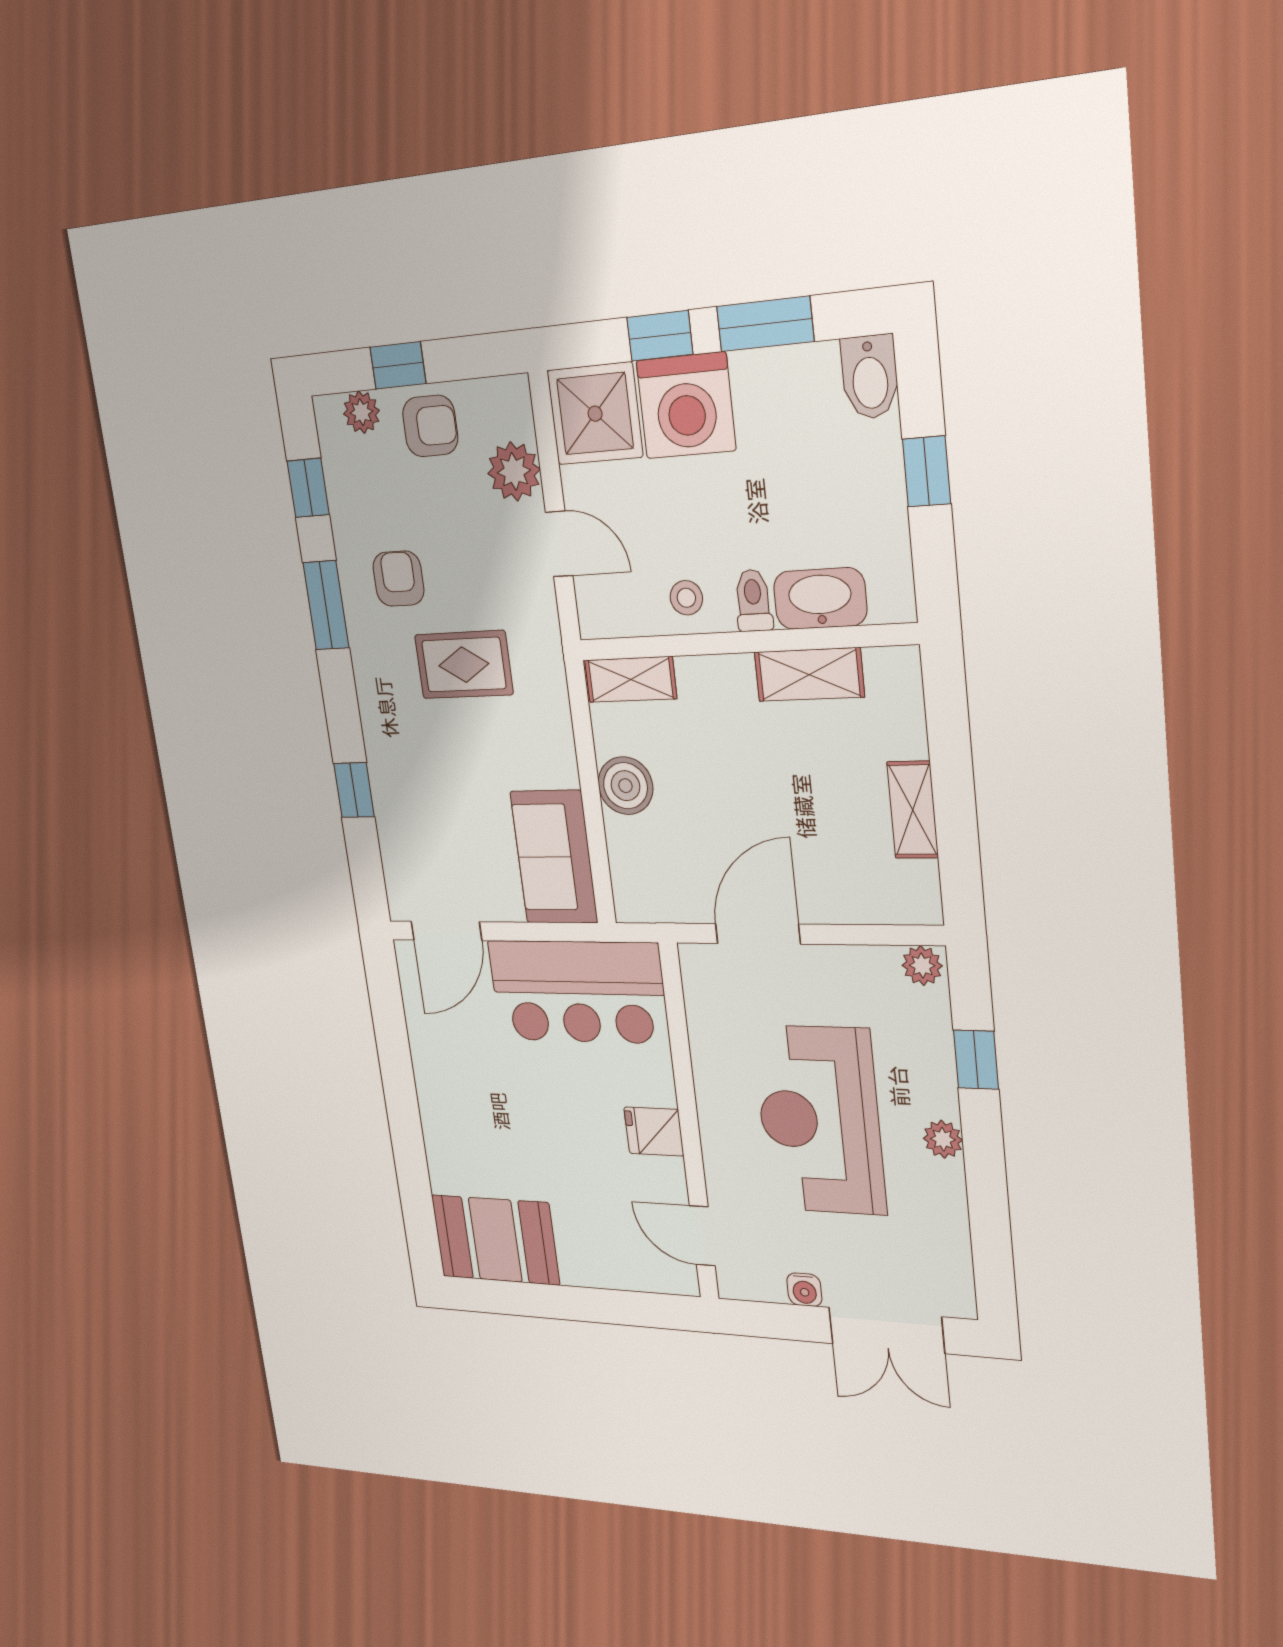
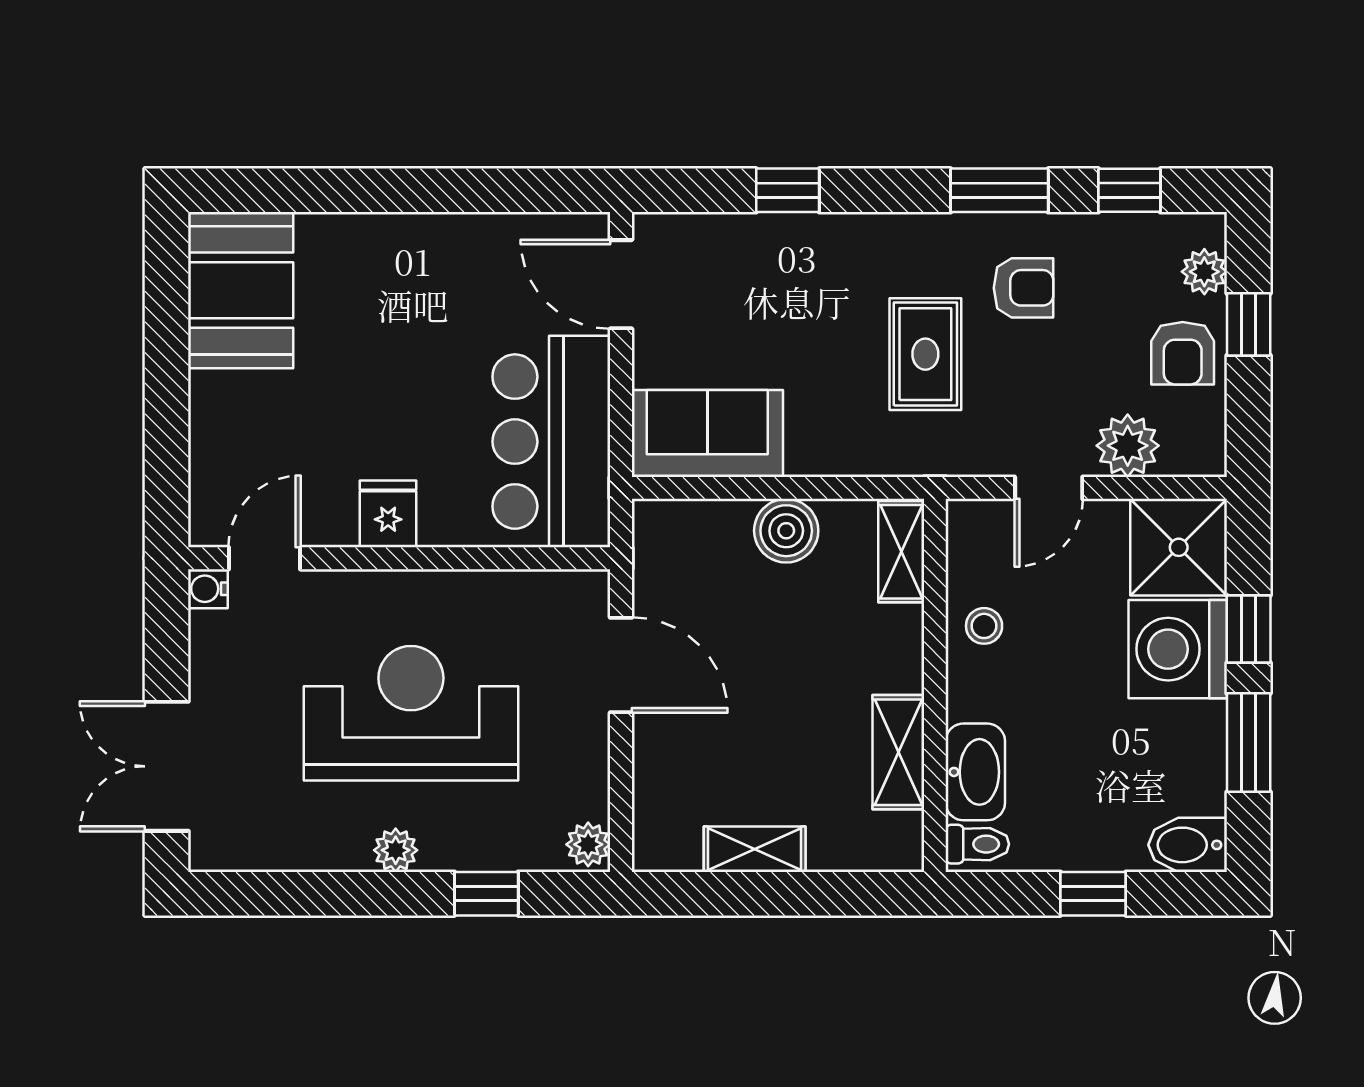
toilet: (753, 600) -> (977, 844), moved
water cooler: (804, 1290) -> (208, 589), moved

